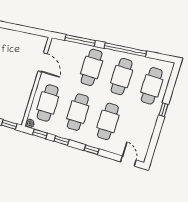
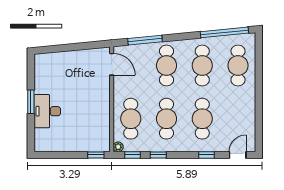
window: (125, 50) -> (224, 32), moved
door: (43, 62) -> (112, 64), moved
window: (163, 110) -> (259, 88), removed
window: (92, 150) -> (206, 155), moved
door: (128, 161) -> (238, 155), hinge flipped

